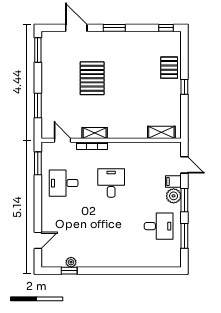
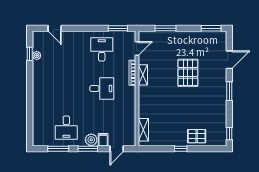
pallet: (92, 78) -> (188, 73), turned 90

